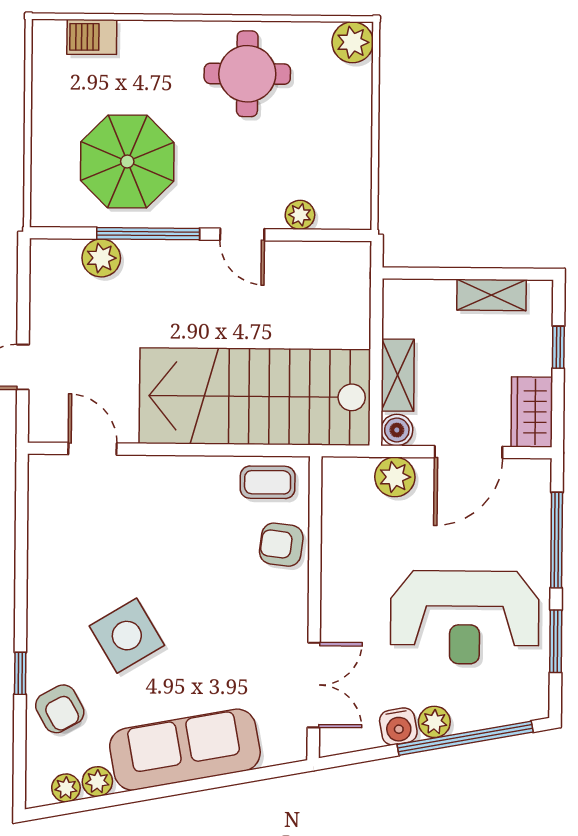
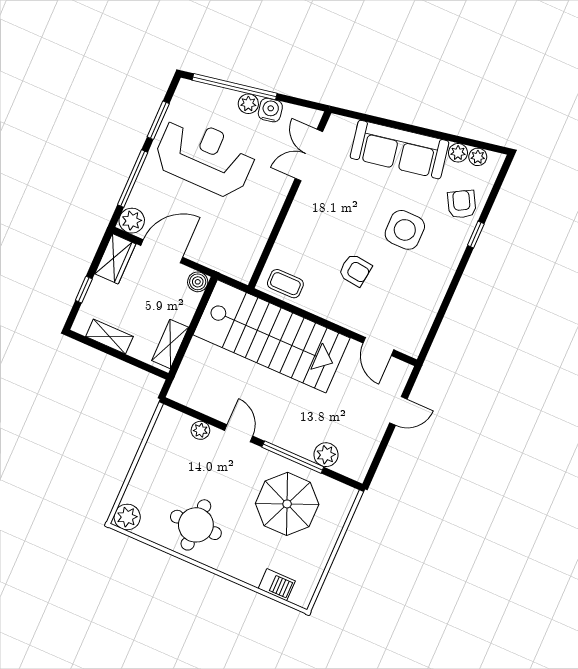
shelving: (398, 375) -> (170, 344), moved
plant: (395, 477) -> (132, 221), moved
armchair: (281, 545) -> (355, 270), moved
side table: (127, 636) -> (405, 230), turned 31

